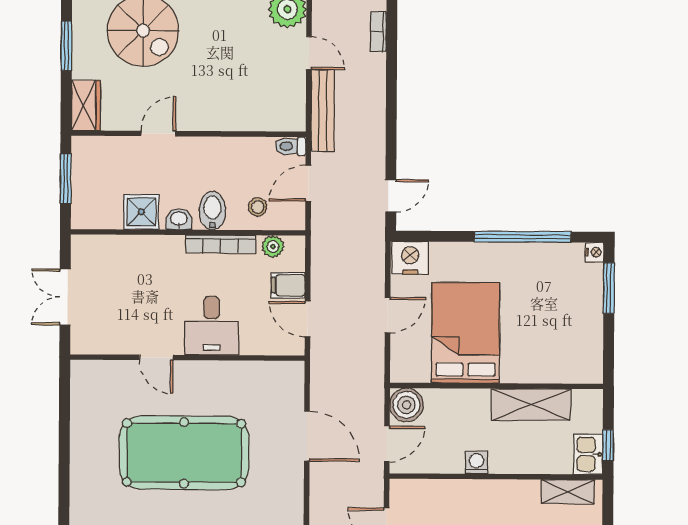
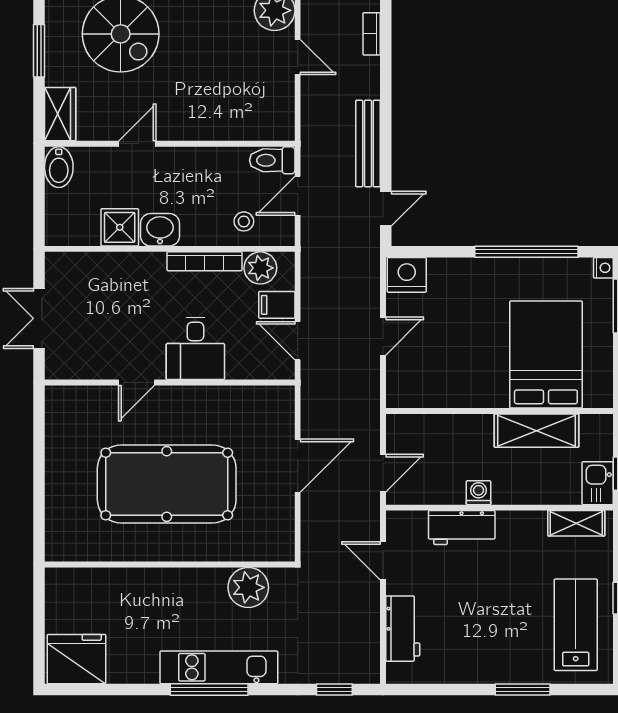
bench: (323, 110) -> (368, 143), moved
toilet: (290, 146) -> (272, 160), width x1.37, depth x1.39
window: (66, 179) -> (39, 192), removed
bidet: (212, 211) -> (59, 167), moved, turned 180
washbasin: (179, 219) -> (160, 230), width x1.38, depth x1.45
plant: (273, 247) -> (260, 268), width x1.38, depth x1.38
bed: (466, 333) -> (546, 355), moved
door: (156, 357) -> (137, 383), hinge flipped
boiler: (406, 405) -> (404, 432), removed
door: (307, 436) -> (298, 466), hinge flipped
workbench: (460, 495) -> (462, 528), added

